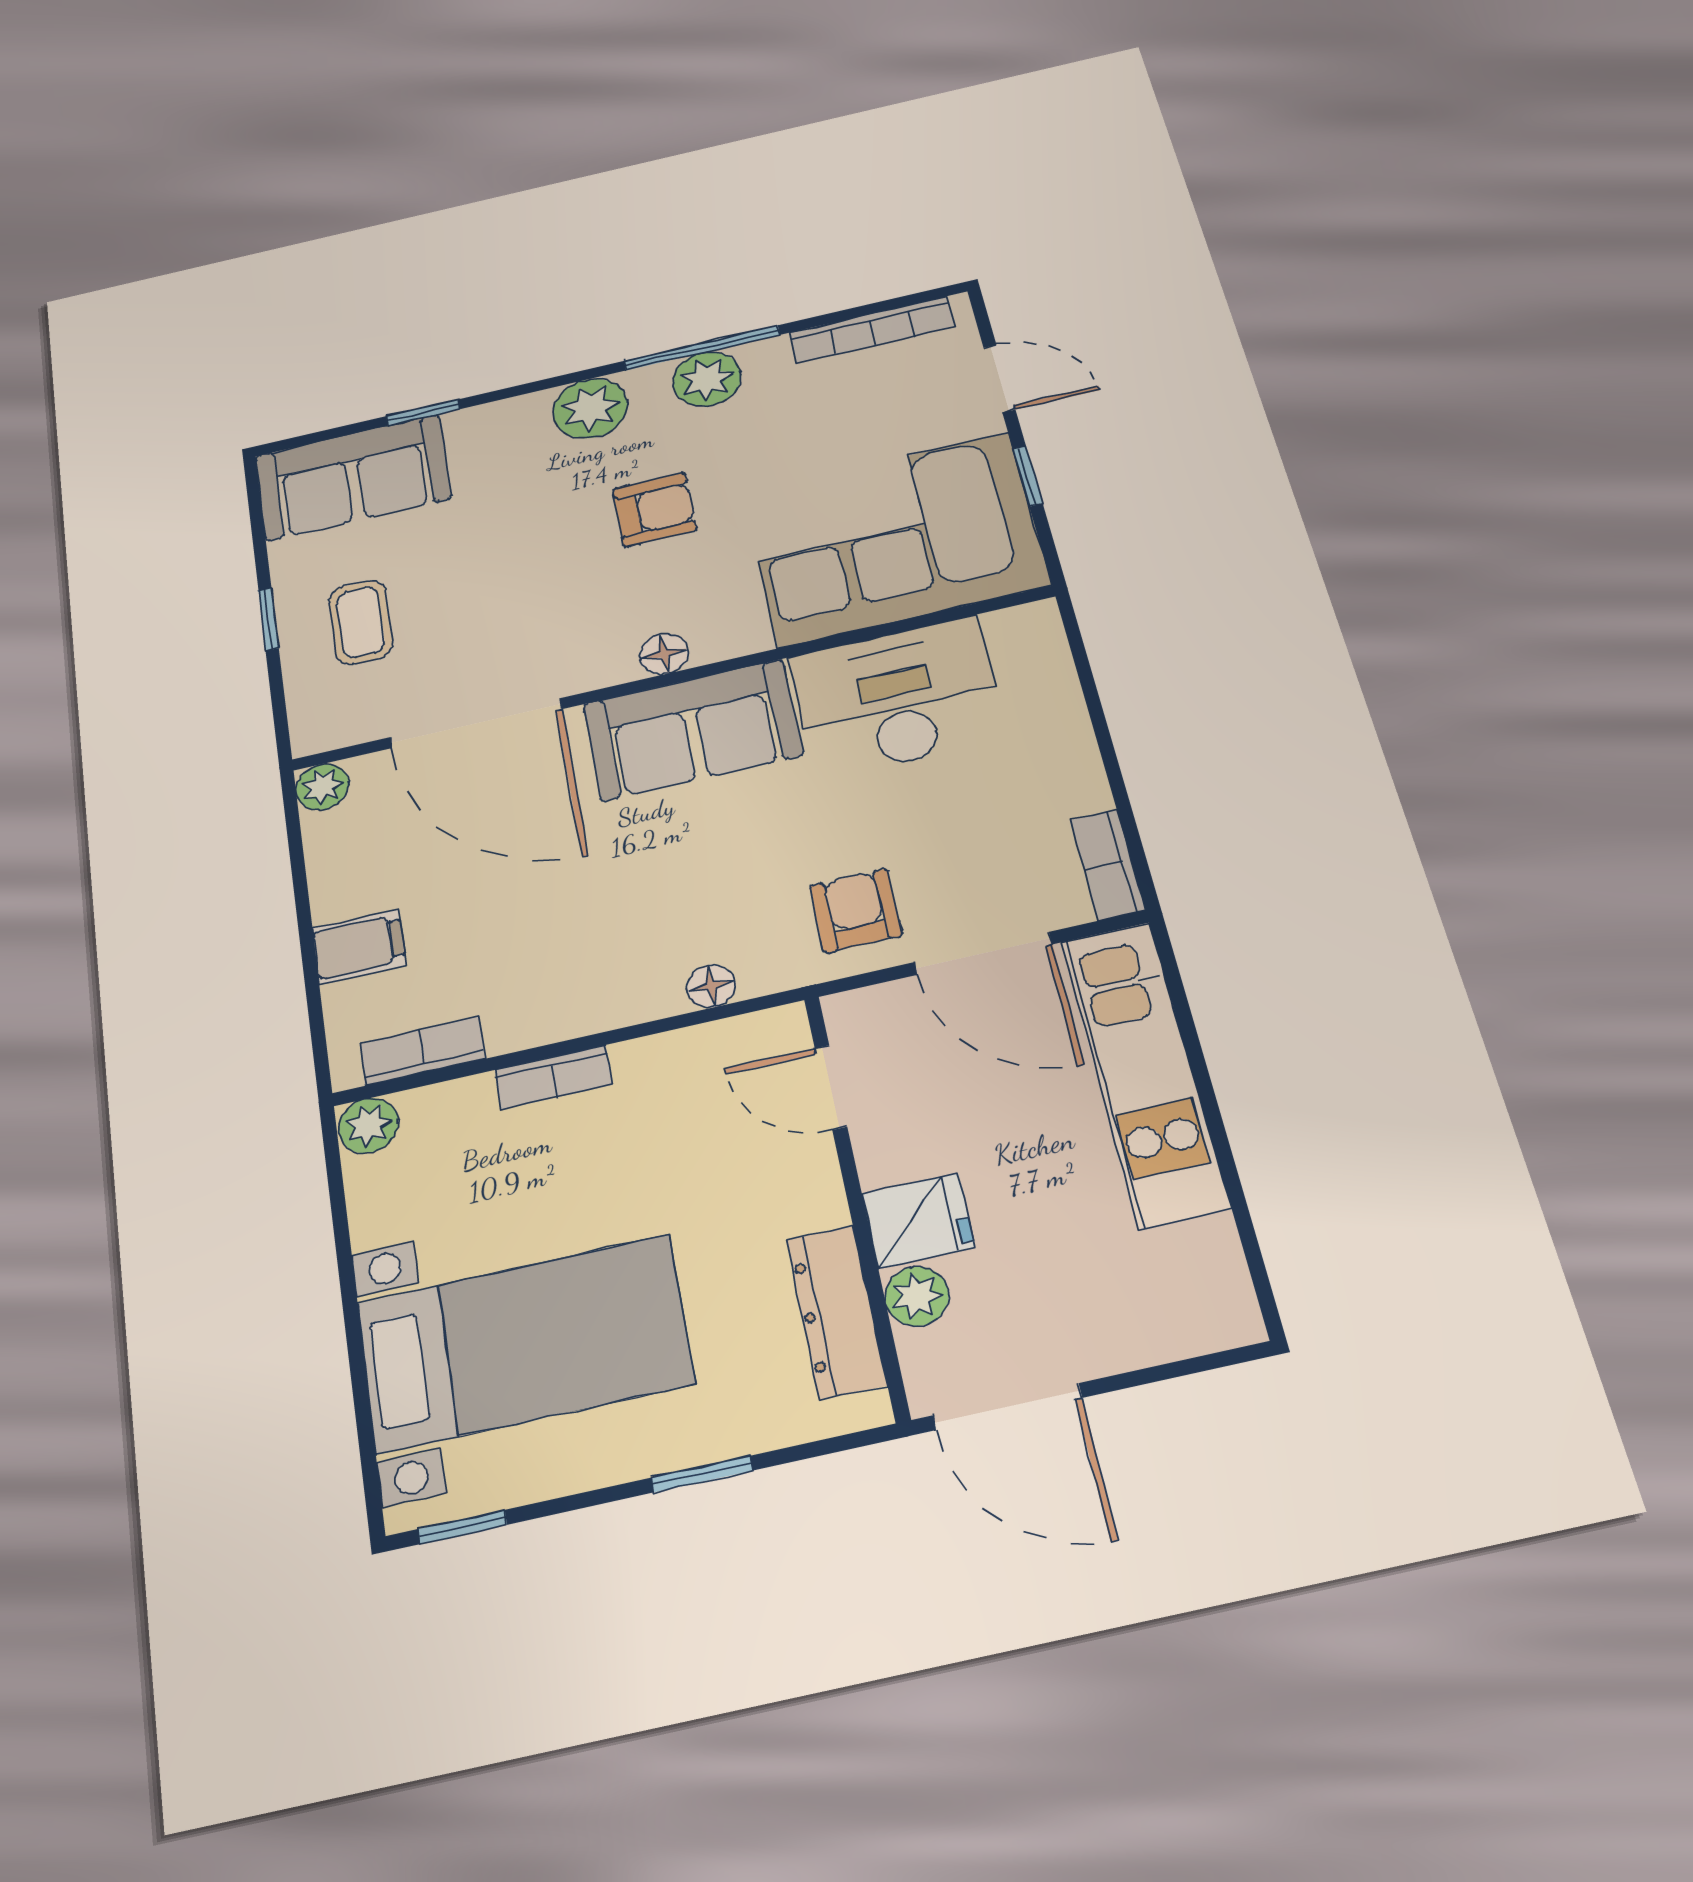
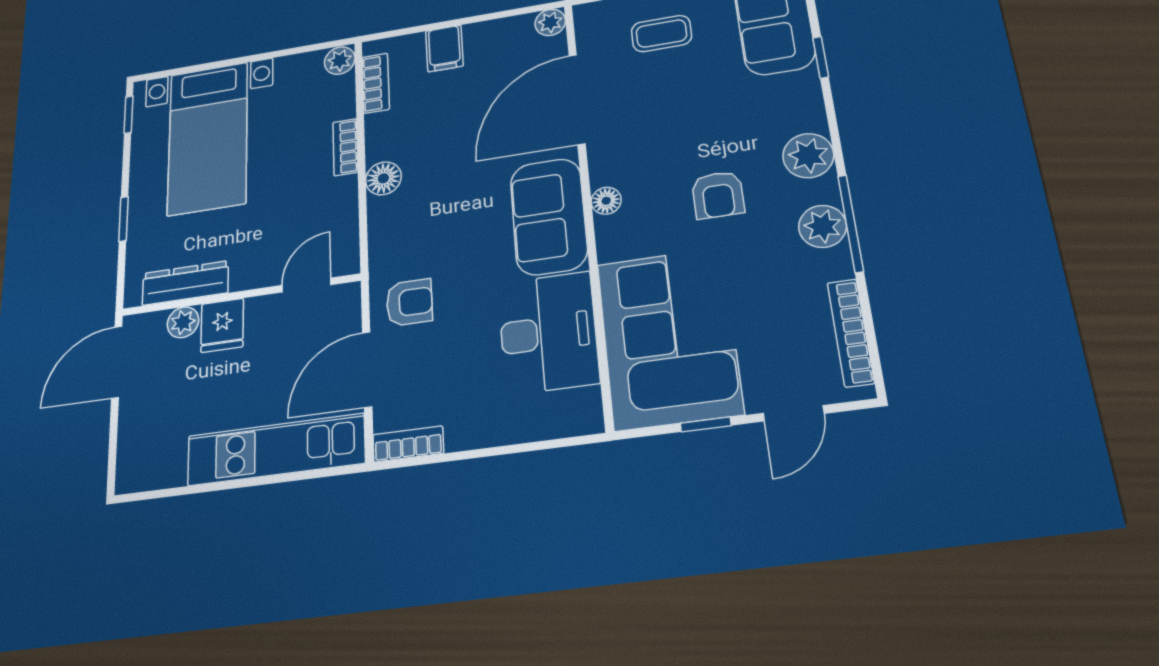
floor lamp: (711, 986) -> (383, 178), moved, width x1.37, depth x1.37

